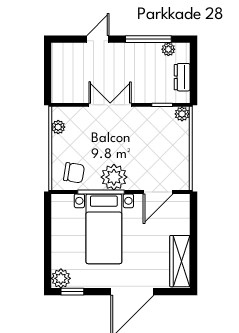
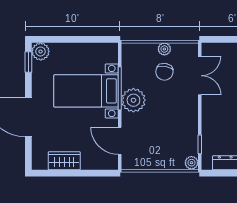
double door: (110, 105) -> (200, 76), moved
plant: (58, 127) -> (164, 49), moved
chair: (74, 173) -> (164, 72), moved
wardrobe: (180, 261) -> (64, 161), width x0.67

